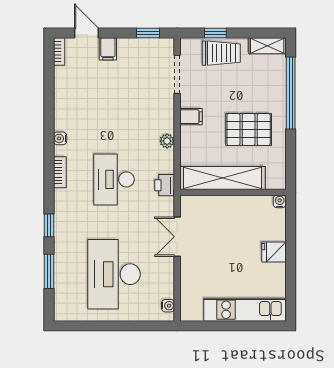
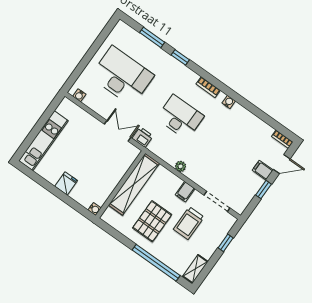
window: (148, 33) -> (264, 190), moved
trolley: (221, 53) -> (189, 223), moved
printer: (165, 185) -> (143, 137), moved

